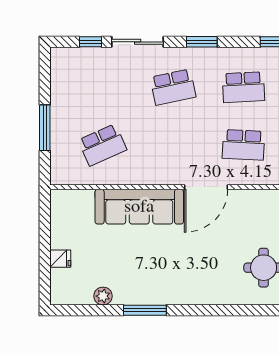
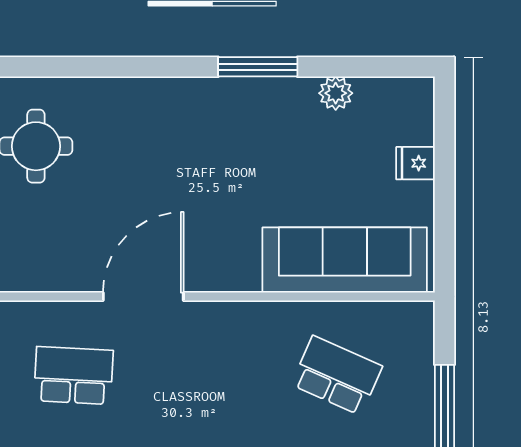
school desk: (102, 145) -> (337, 375), turned 48
sofa: (139, 207) -> (345, 260), moved

